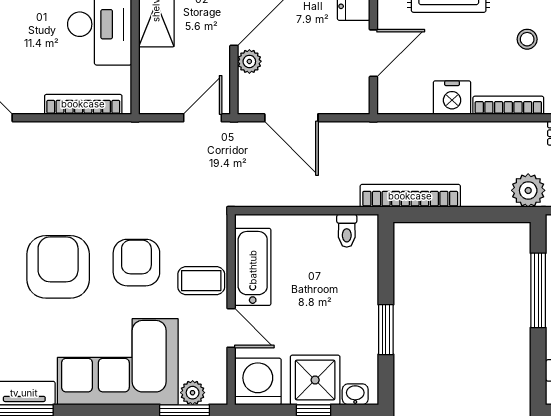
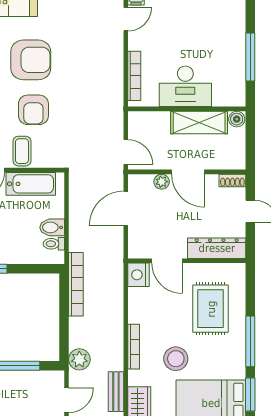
stool: (527, 39) -> (176, 359), width x1.89, depth x1.89
nightstand: (452, 98) -> (139, 275), moved
bidet: (321, 233) -> (52, 227), added
armchair: (136, 263) -> (33, 110), turned 90

